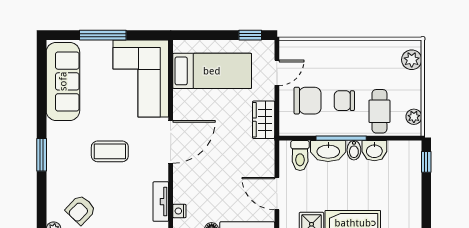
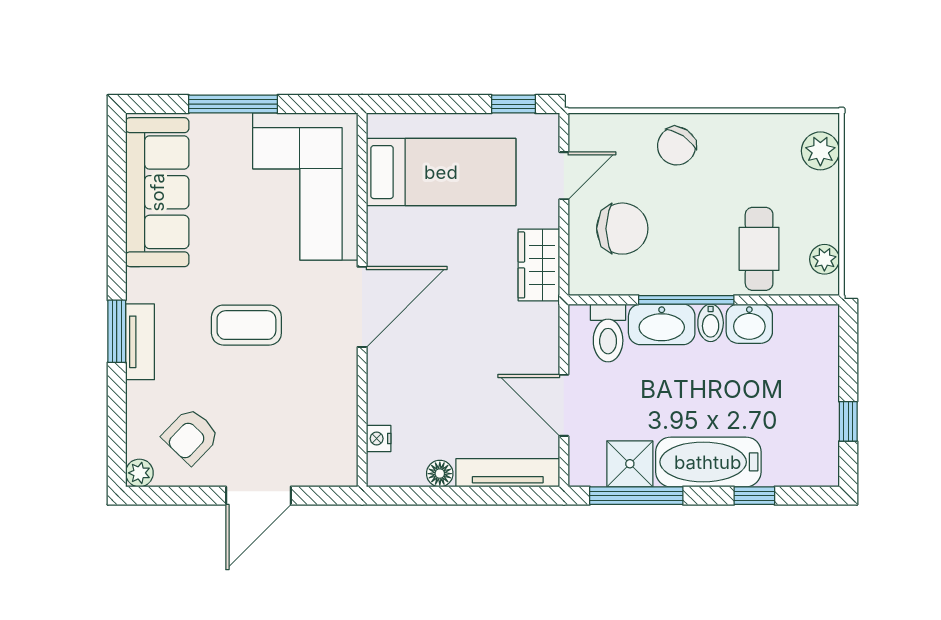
chair: (344, 101) -> (677, 146), moved, turned -56
window: (426, 162) -> (848, 421), moved
tv unit: (161, 202) -> (140, 342), moved, turned 180

